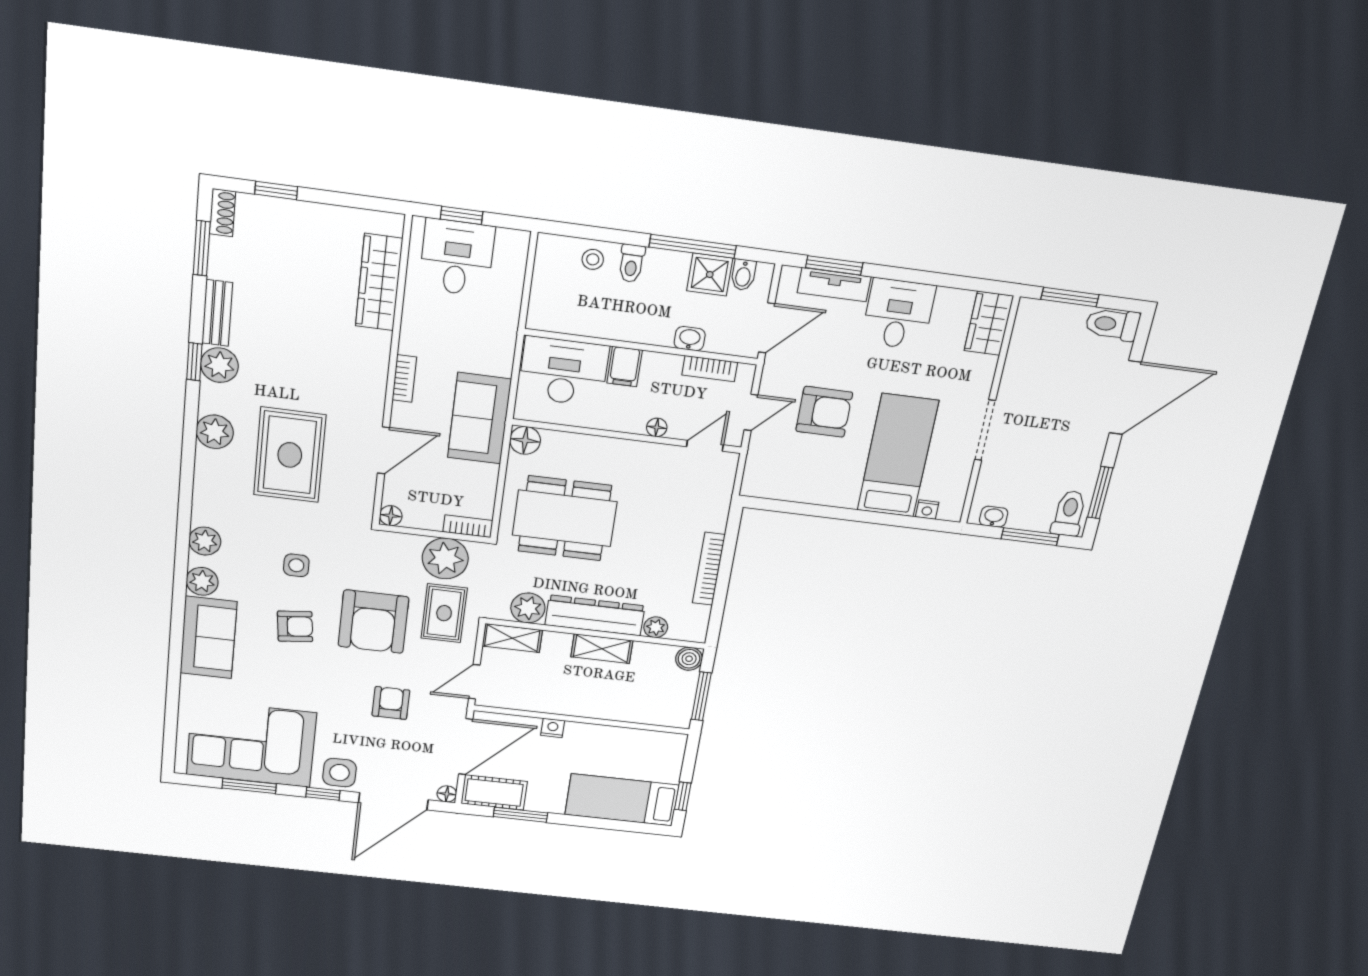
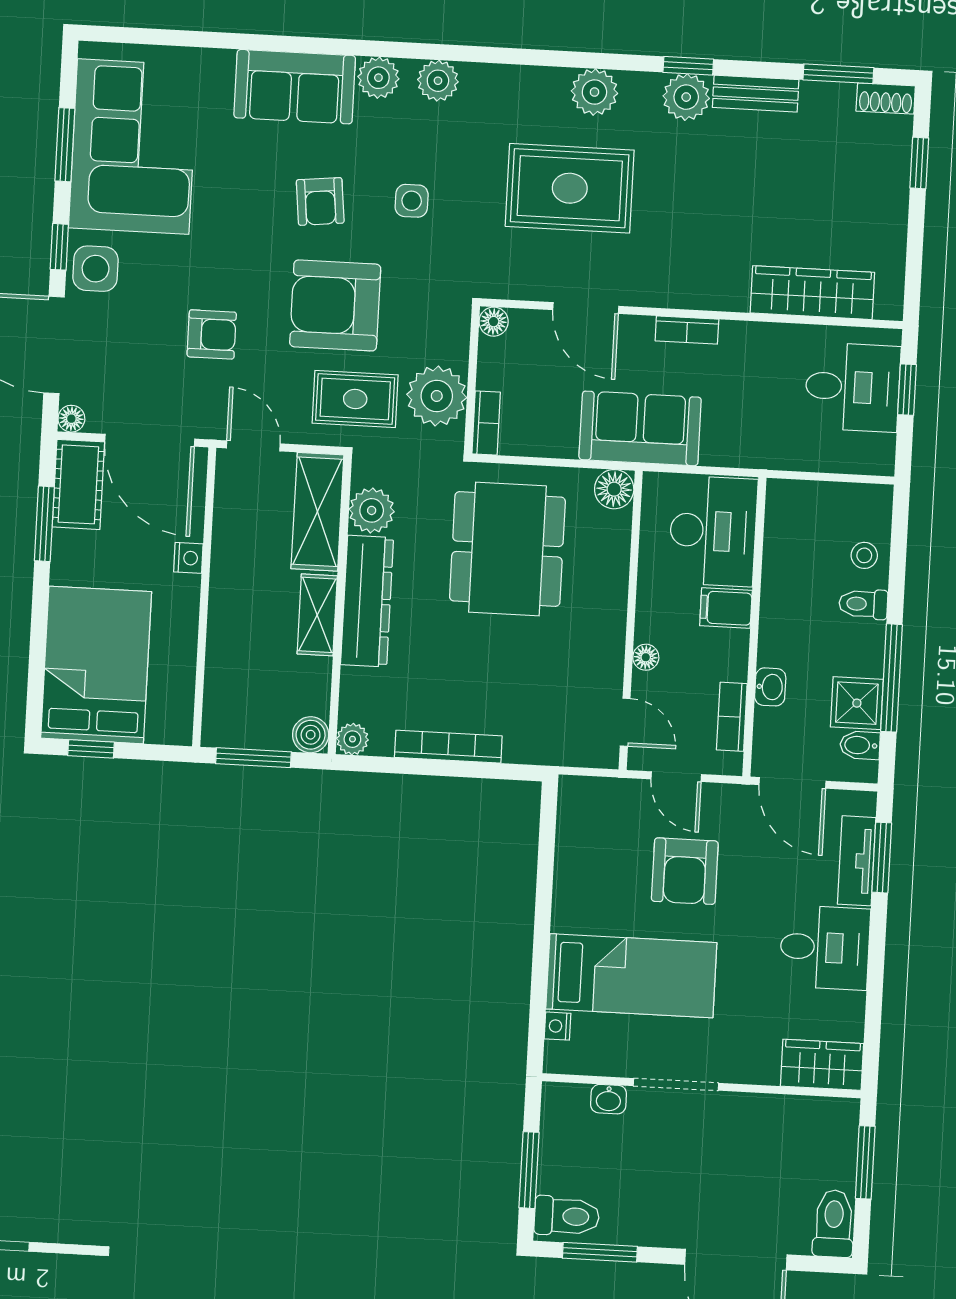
washbasin: (994, 517) -> (609, 1099), moved, turned 90
plant: (656, 627) -> (352, 739), moved
shelving: (512, 638) -> (317, 512), width x1.50, depth x1.33
bed: (622, 800) -> (96, 665), width x1.50

